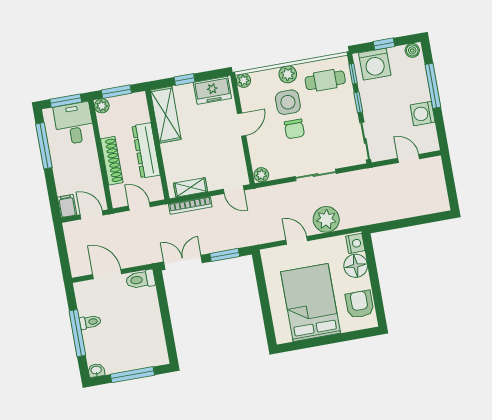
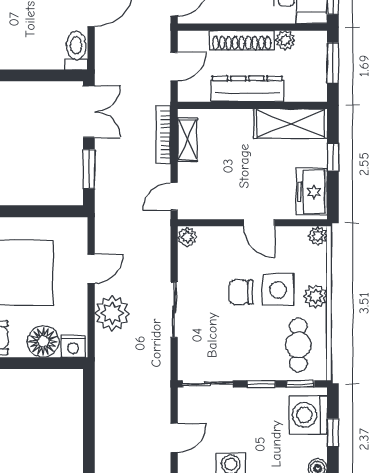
plant: (102, 106) -> (285, 40), moved

